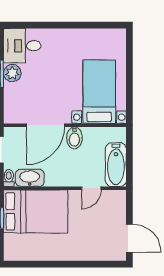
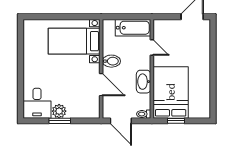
door: (45, 125) -> (101, 85), width x0.73
washbasin: (30, 178) -> (144, 82), moved

